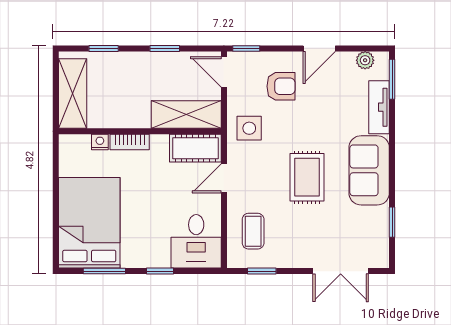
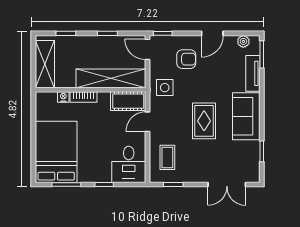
shelving: (186, 115) -> (111, 78), width x1.47

